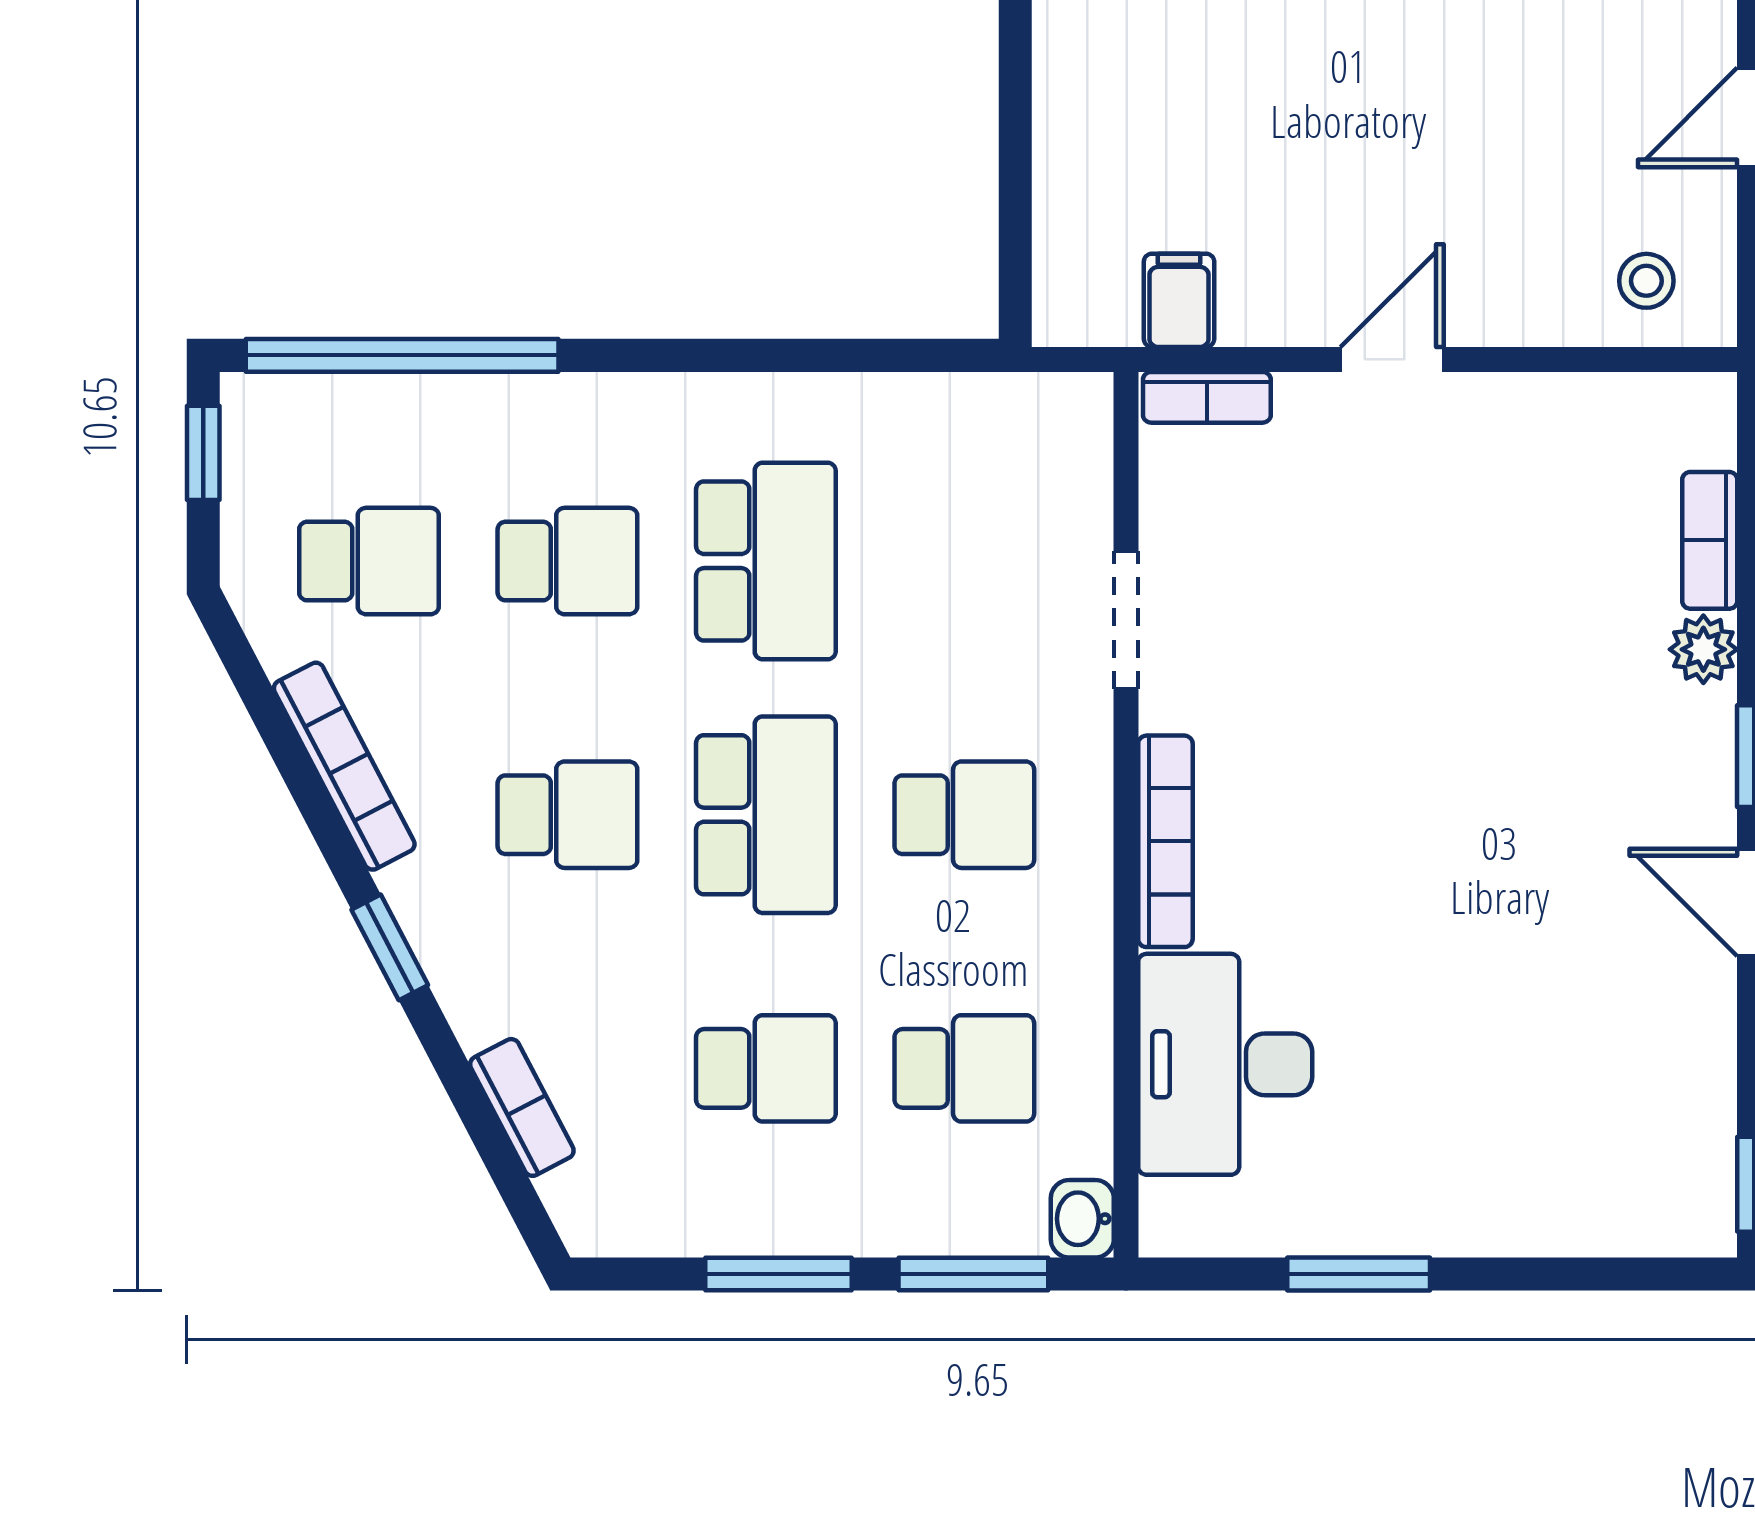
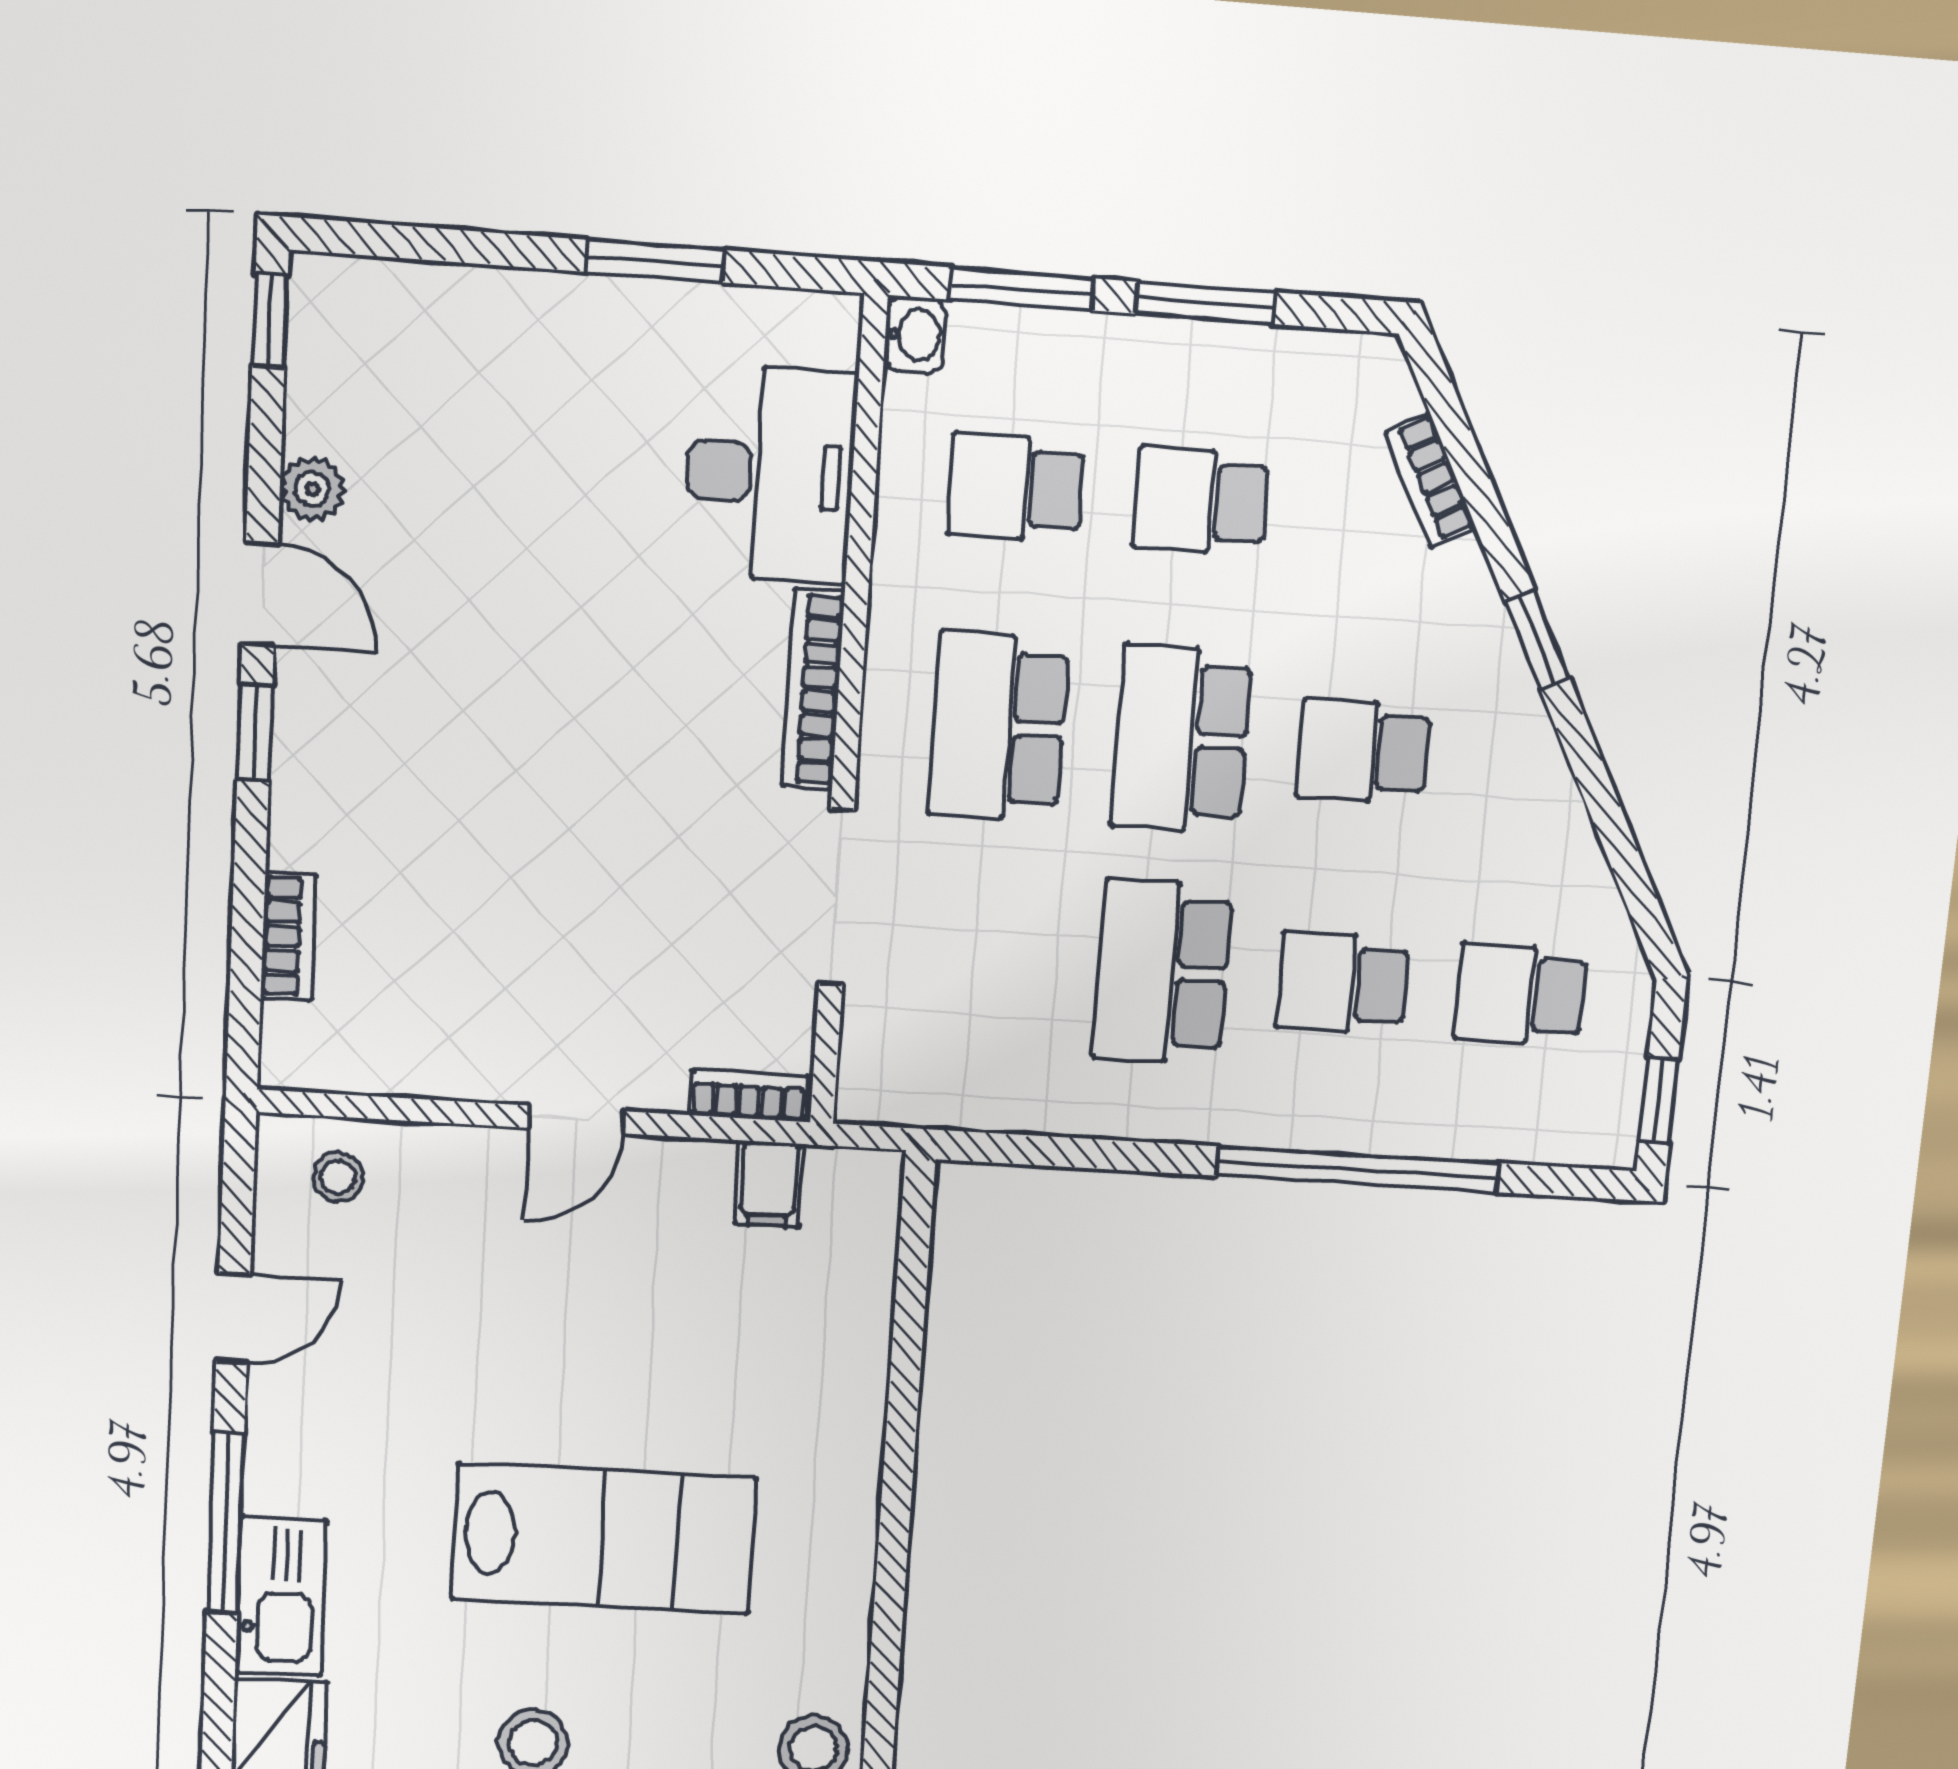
window: (402, 355) -> (1357, 1169), moved
doorway: (1126, 620) -> (836, 897), width x1.38
plant: (1703, 649) -> (312, 489), moved
bookcase: (344, 766) -> (1562, 810), removed
school desk: (964, 815) -> (998, 727), width x1.85

